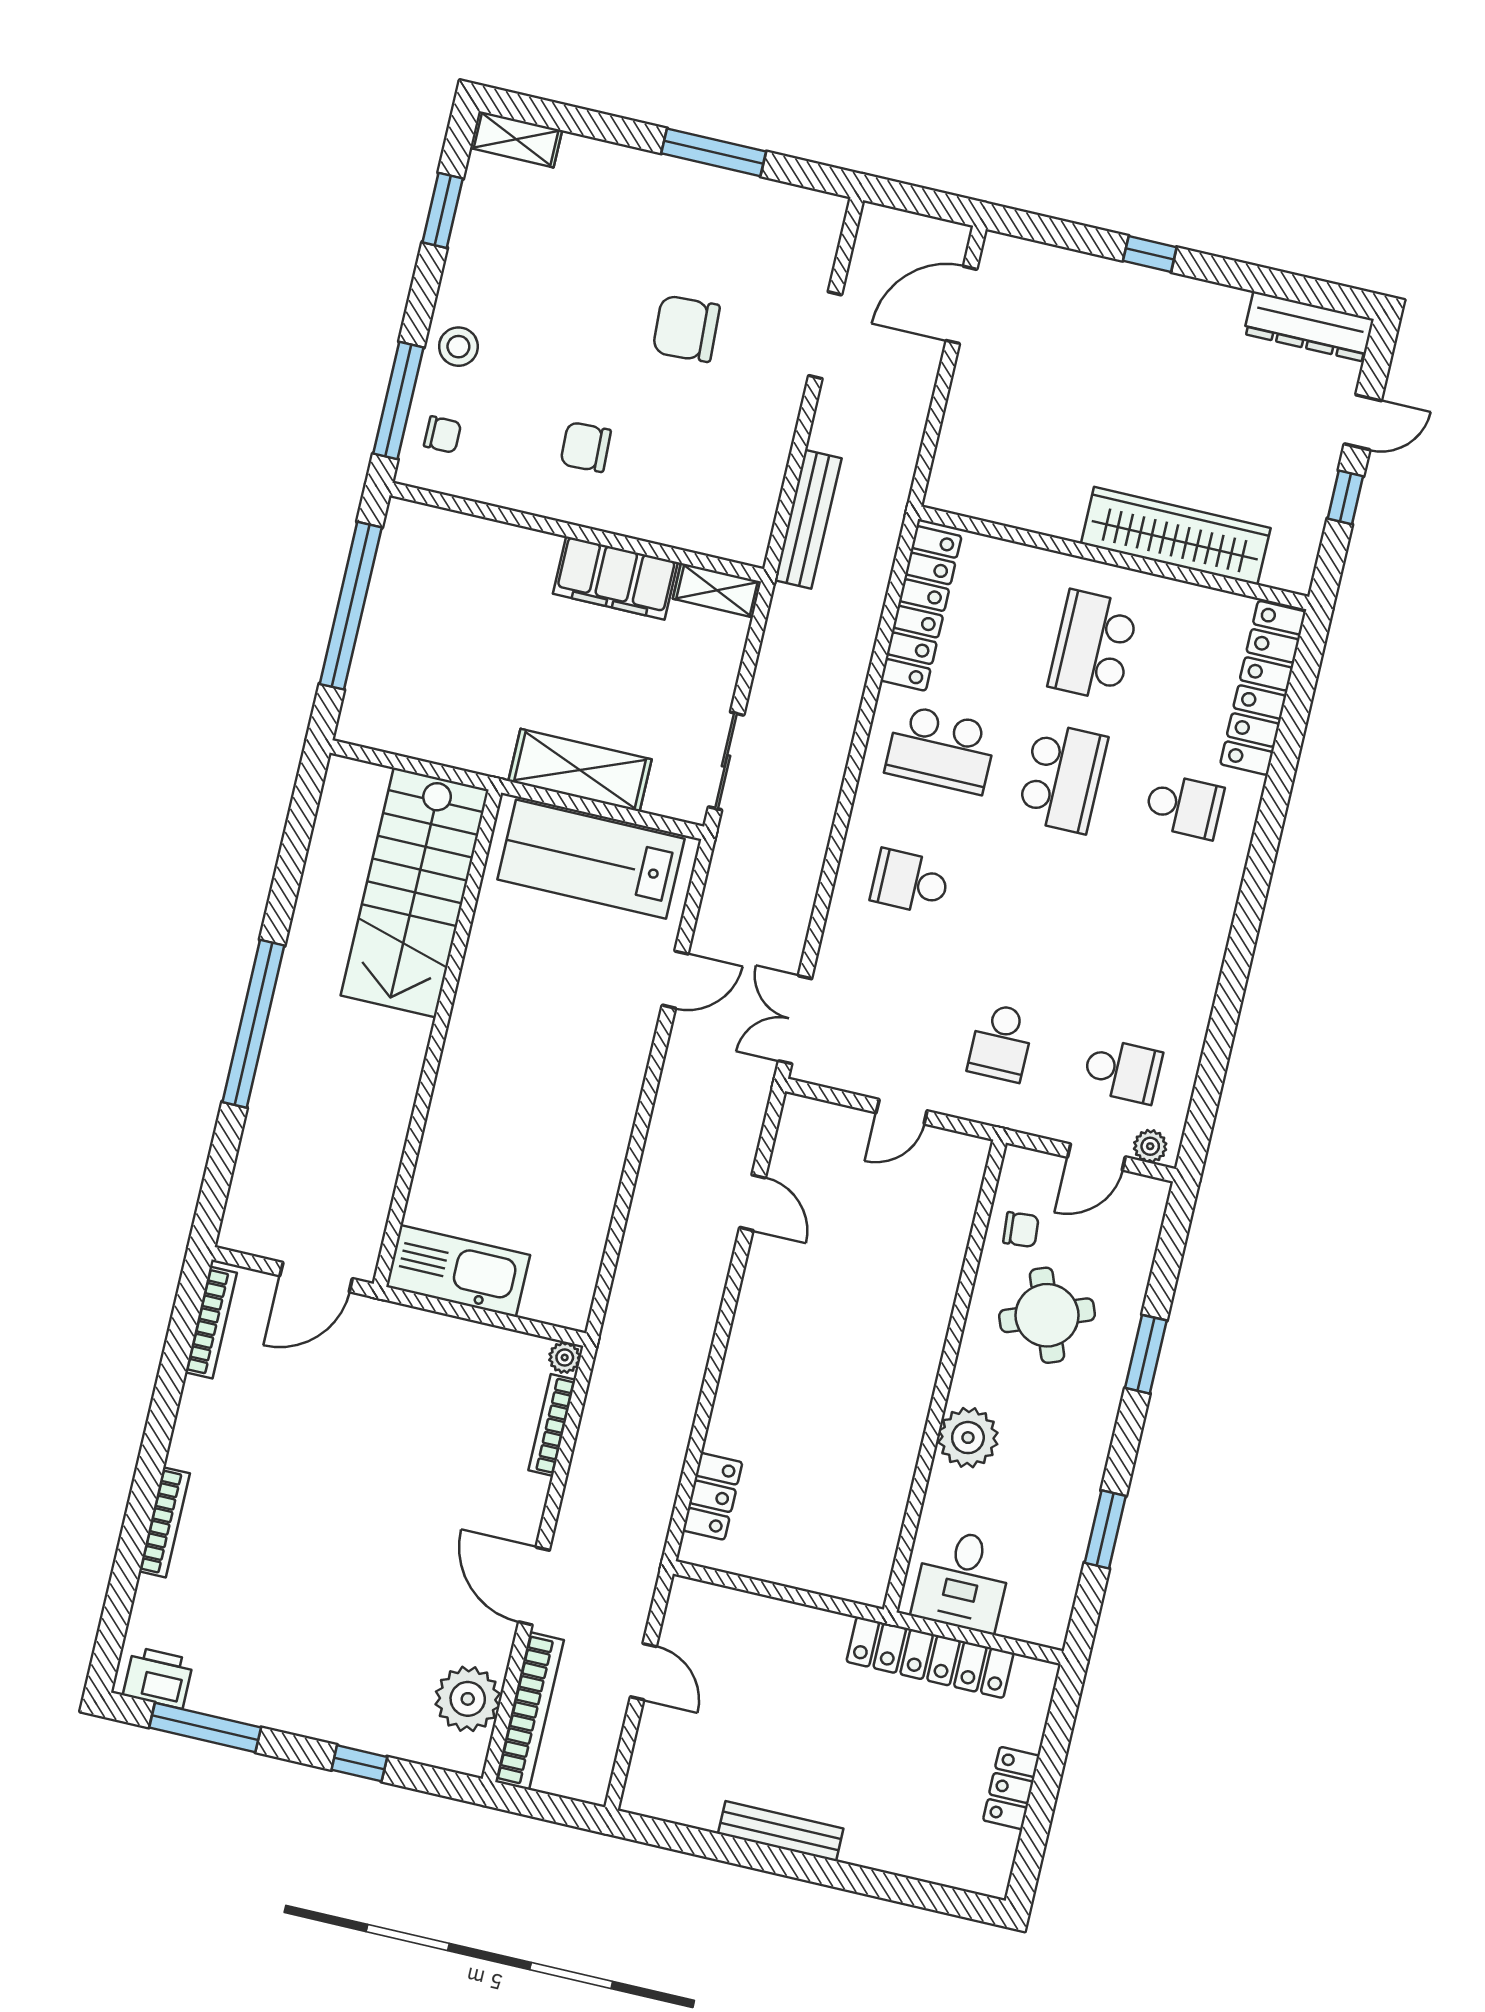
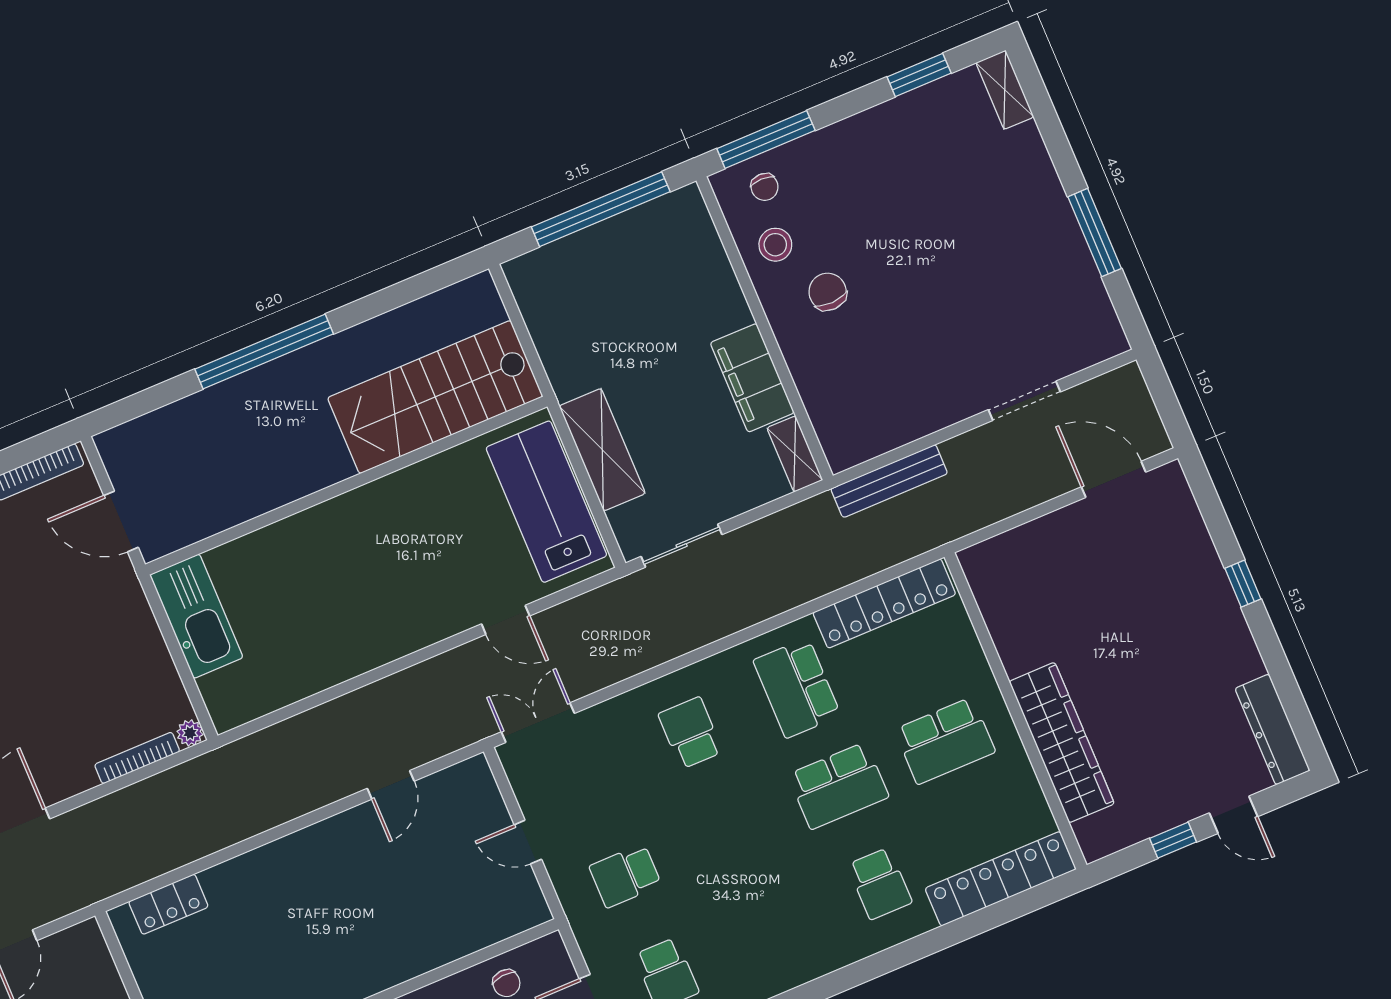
chair: (686, 329) -> (959, 302), removed
stool: (458, 347) -> (775, 245), moved
school desk: (1093, 646) -> (945, 741), turned 180

